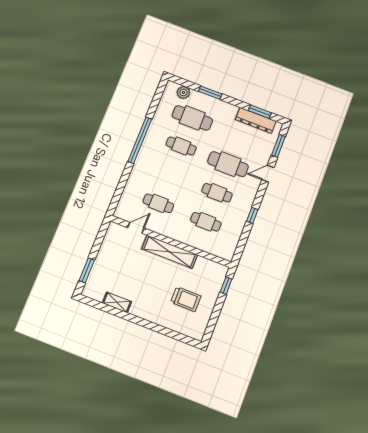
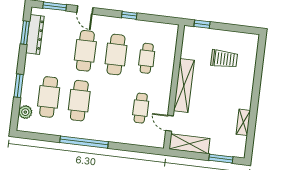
cafe table: (181, 146) -> (79, 101), width x1.37, depth x1.35
cafe table: (217, 193) -> (116, 55), width x1.37, depth x1.35
shelving: (110, 242) -> (189, 144), added
trolley: (186, 299) -> (224, 59), turned 90

